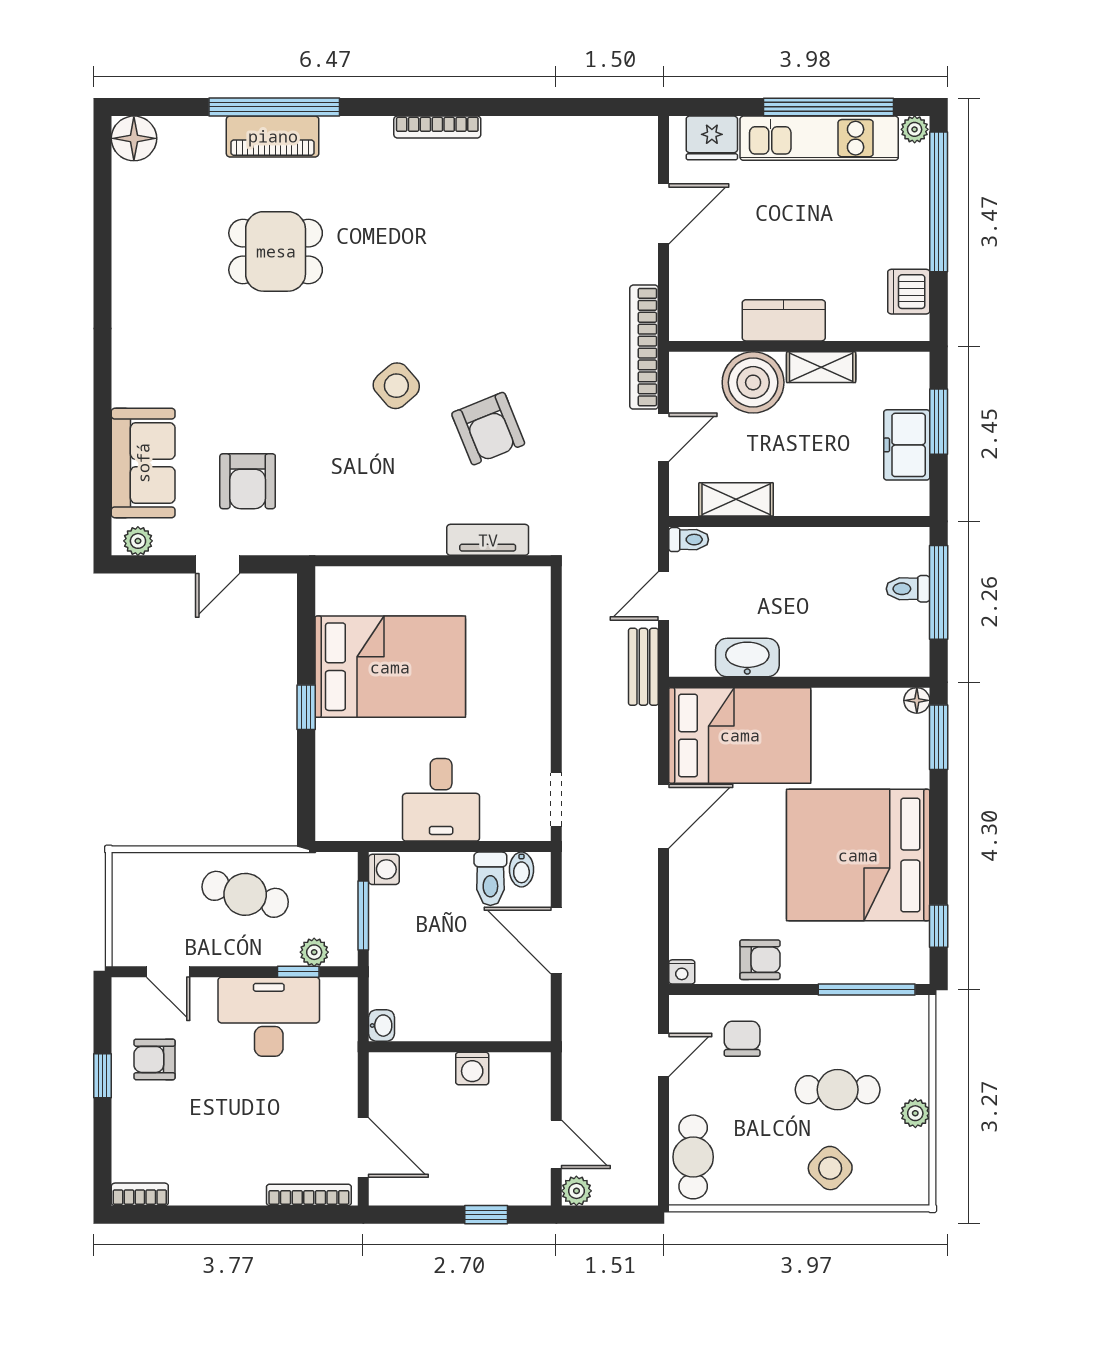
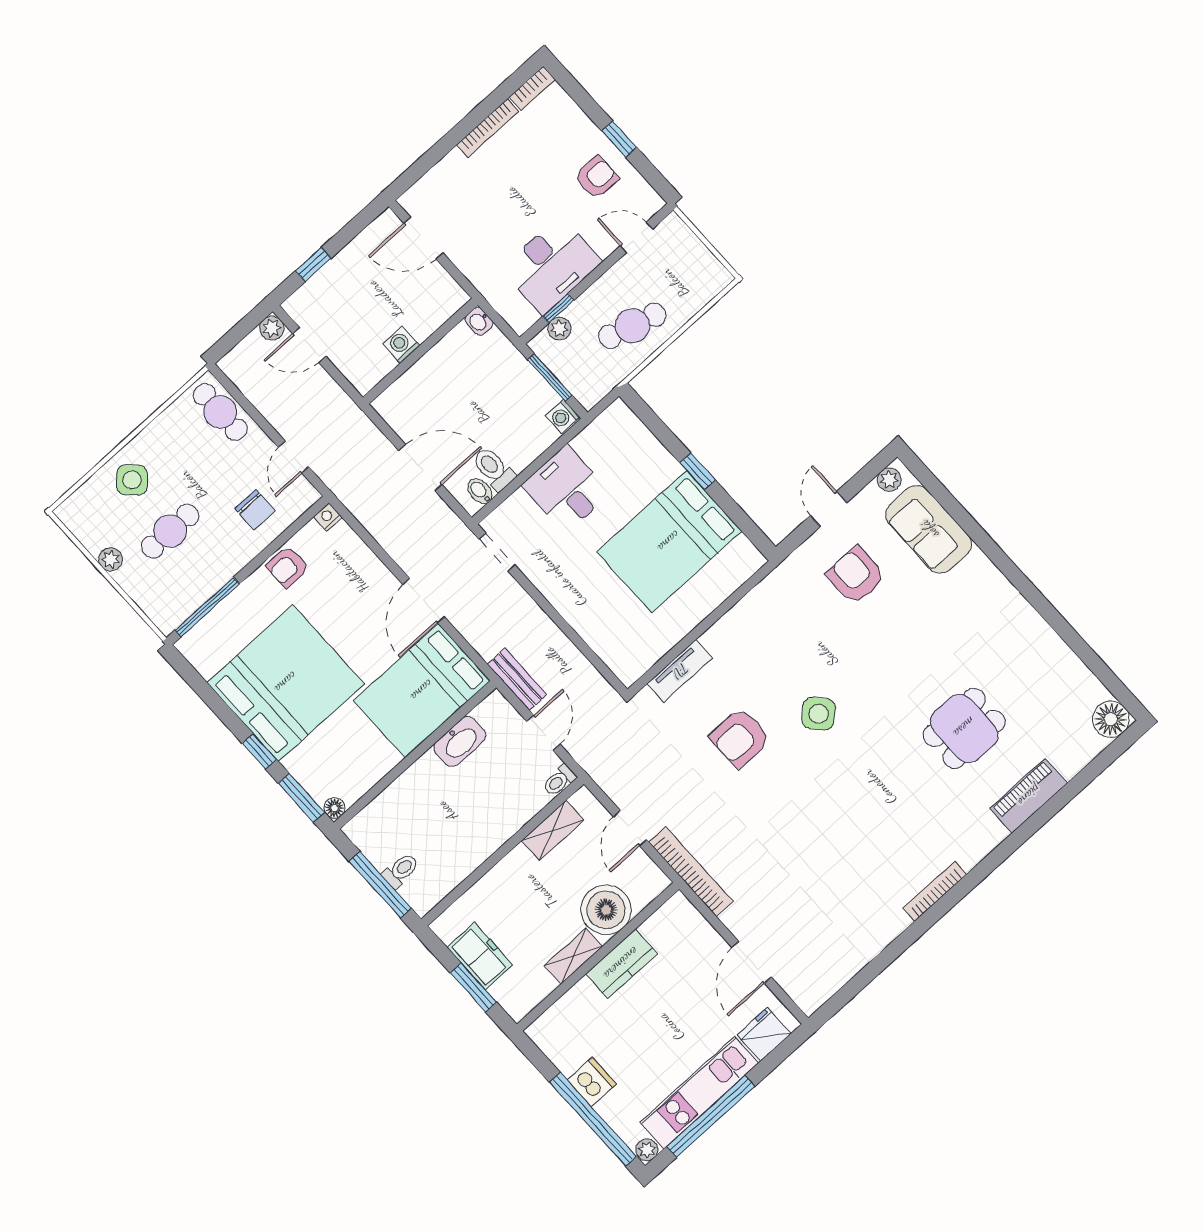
window: (274, 107) -> (1044, 814), removed
dishwasher: (909, 292) -> (592, 1082), moved
armchair: (488, 429) -> (740, 738), turned -68
window: (939, 926) -> (259, 751), moved
bookcase: (309, 1195) -> (488, 128), moved

